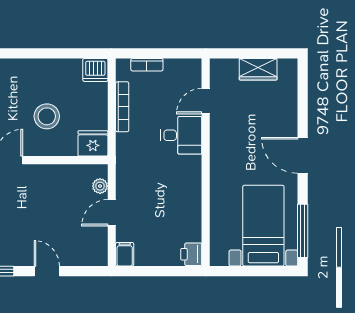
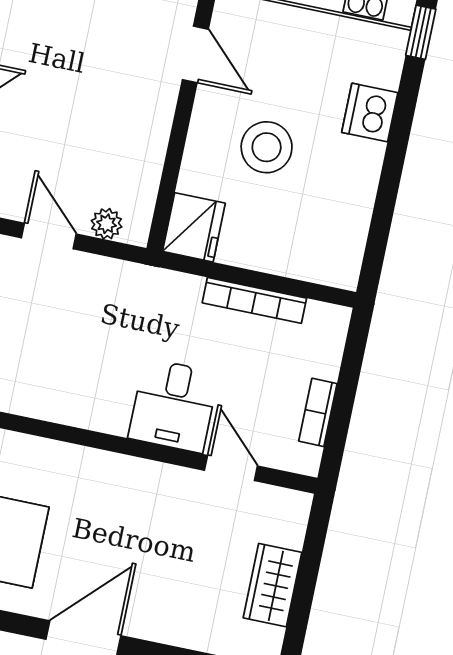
bookcase: (147, 65) -> (318, 412), moved
dishwasher: (95, 70) -> (370, 112), moved

